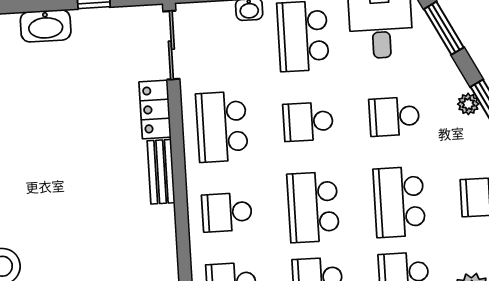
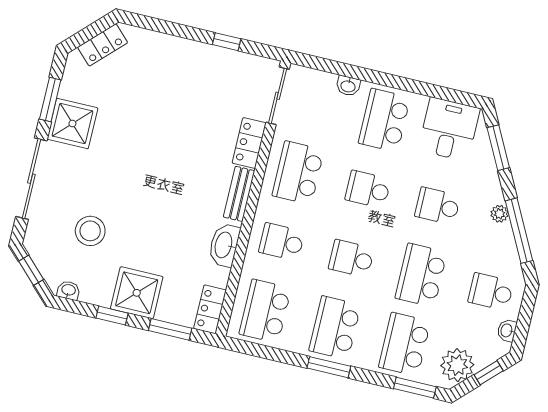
washbasin: (46, 26) -> (224, 245), moved, turned 90
school desk: (313, 207) -> (351, 259), width x0.54

